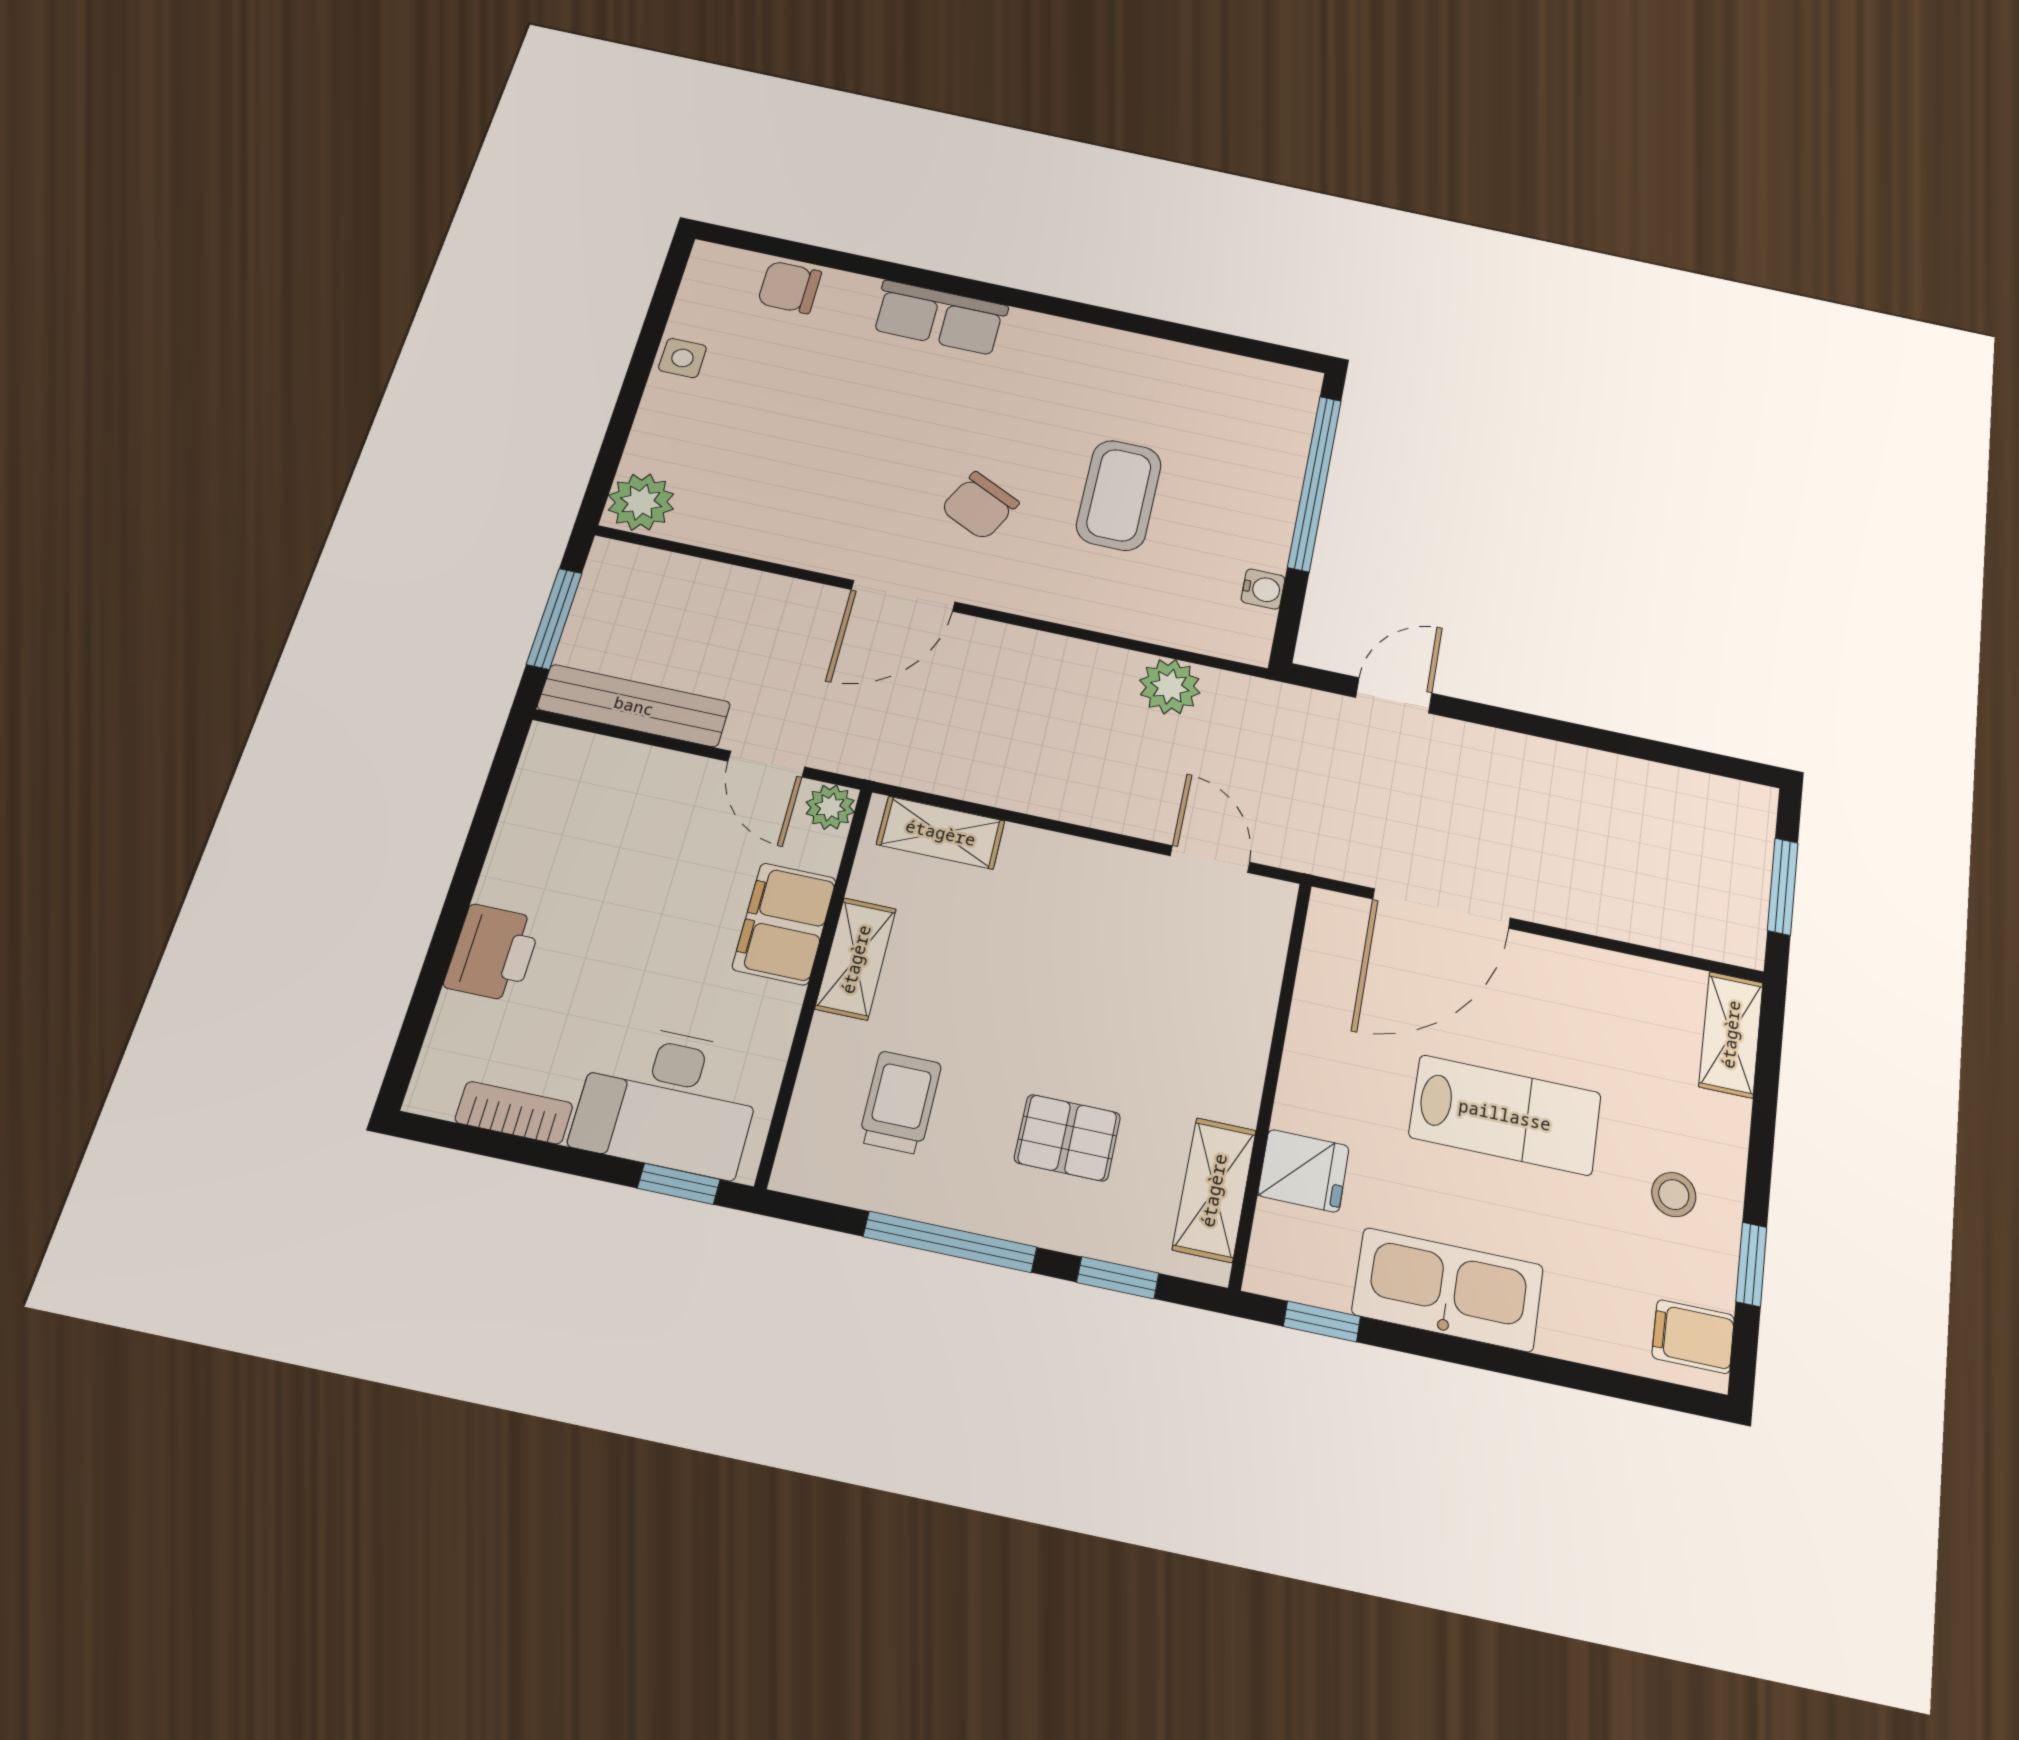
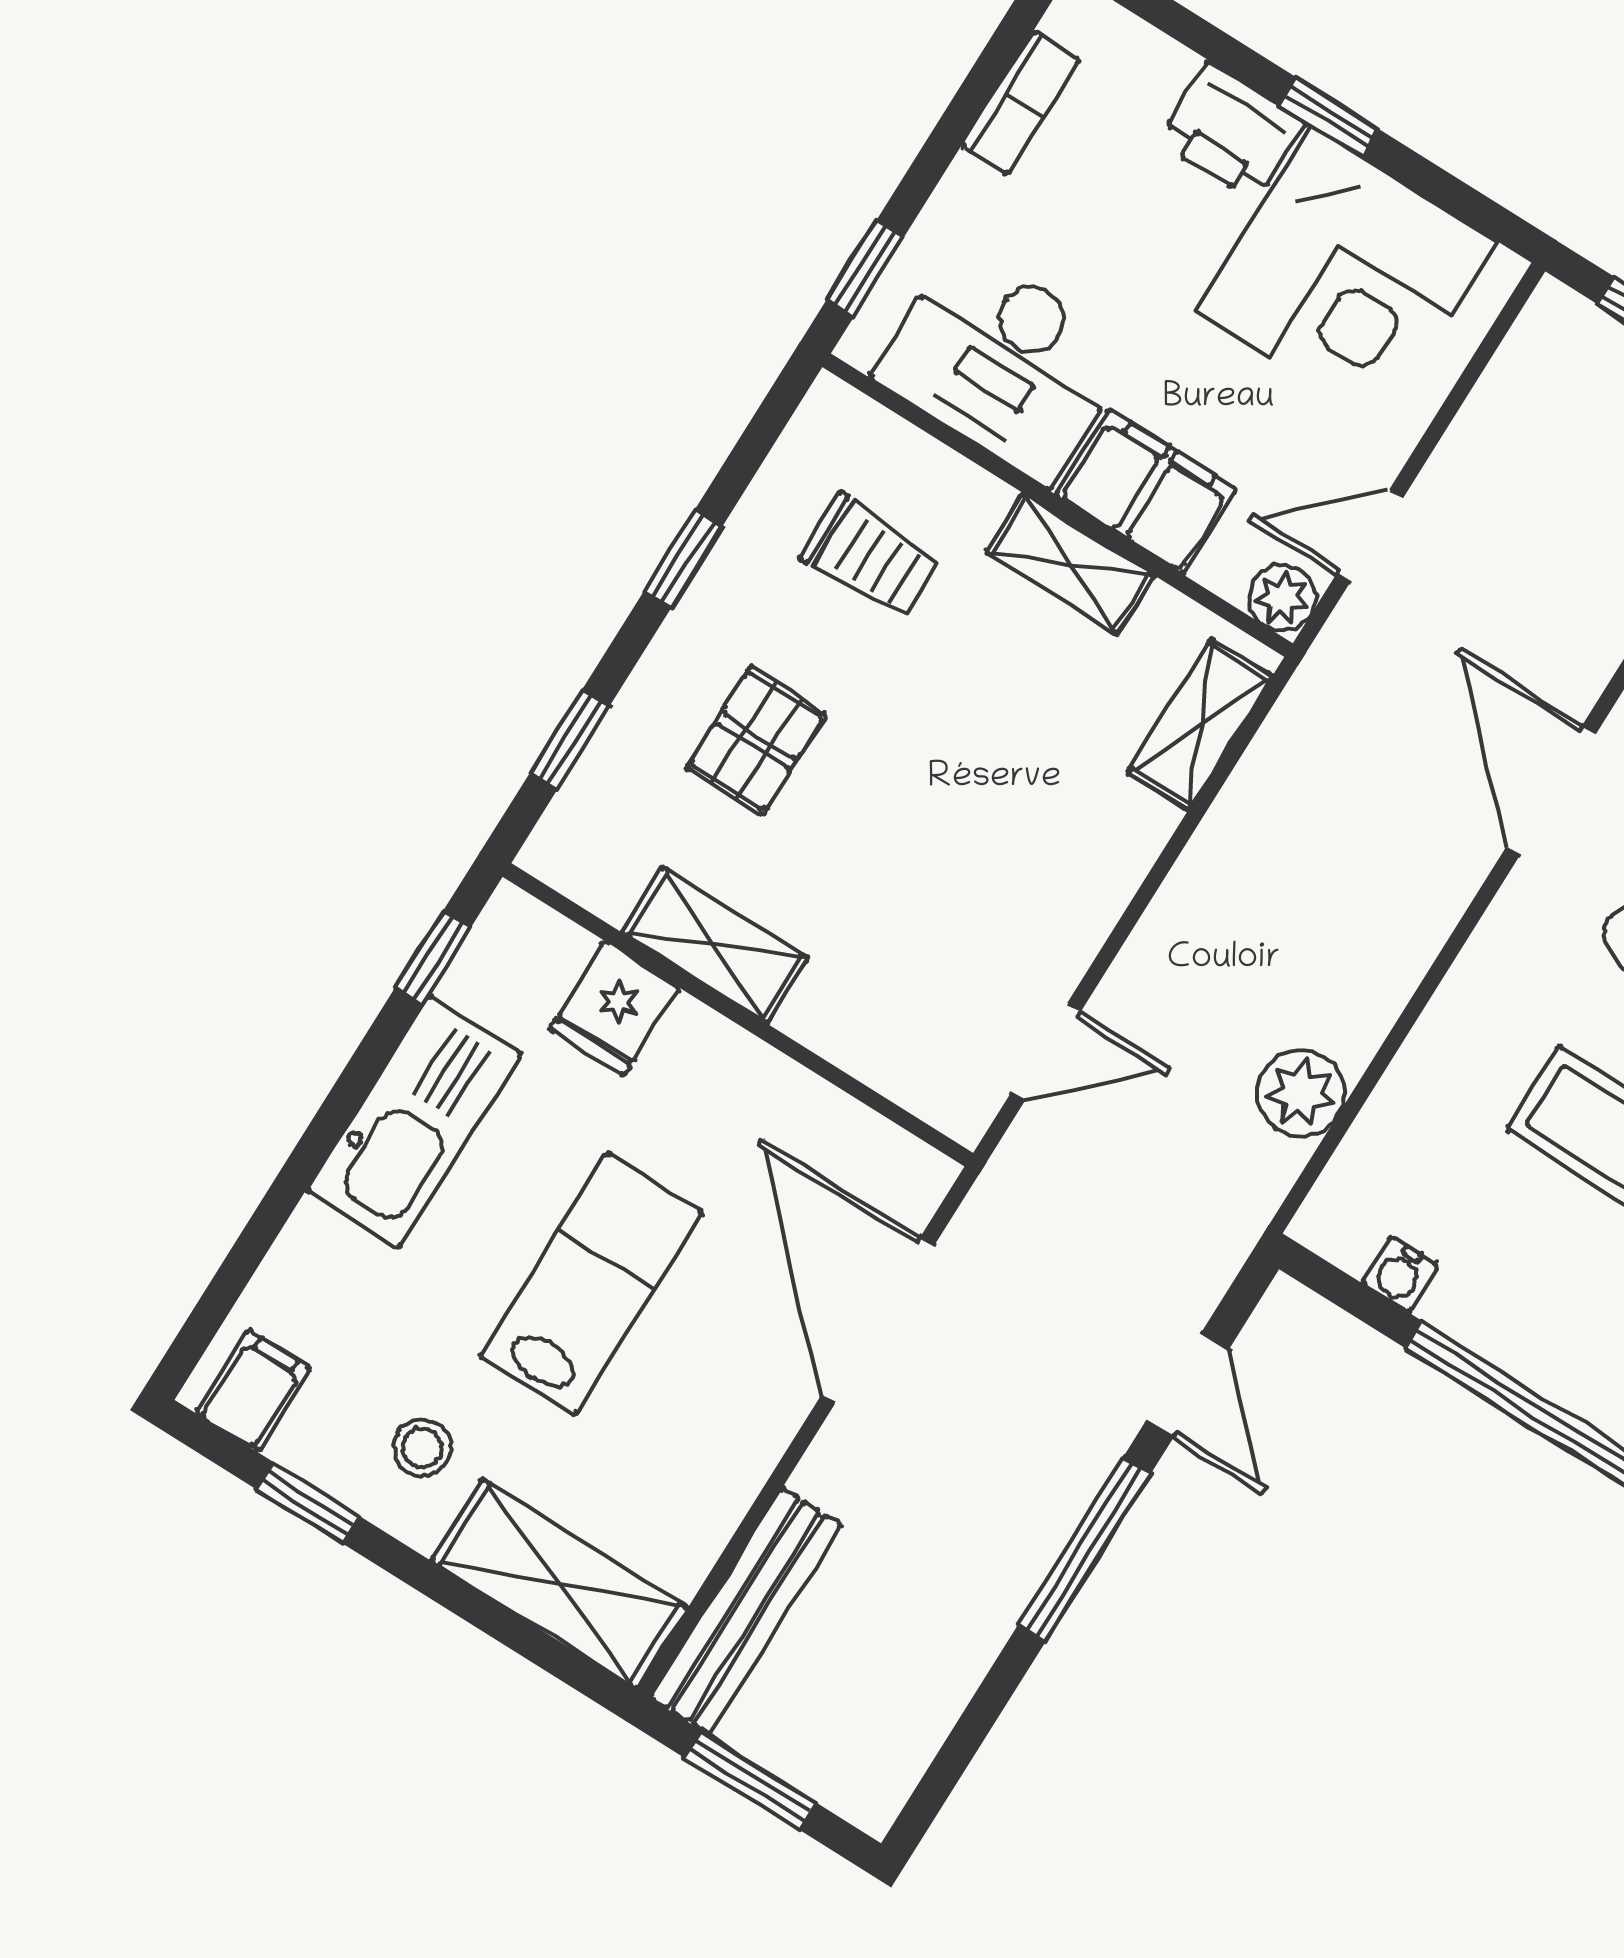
bench: (634, 706) -> (746, 1611), moved
window: (1529, 724) -> (1084, 1549), added
corner desk: (580, 839) -> (1346, 276), added
window: (462, 888) -> (1329, 117), added
shelving: (1731, 1034) -> (559, 1584), width x1.50, depth x1.33
desk: (669, 1100) -> (1004, 363), moved, turned -90
lab bench: (1505, 1115) -> (592, 1284), turned 180
shelving: (1214, 1190) -> (715, 945), moved
window: (950, 1242) -> (683, 559), width x0.46

